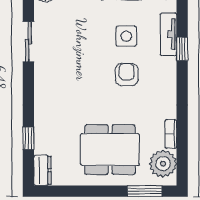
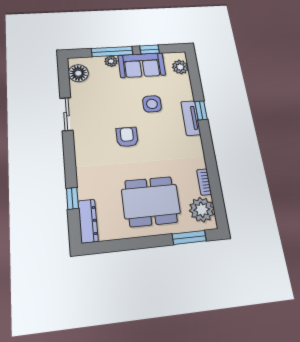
tv unit: (168, 34) -> (191, 118), moved
armchair: (127, 75) -> (127, 137), moved
dresser: (43, 170) -> (88, 221), width x1.44

